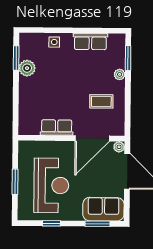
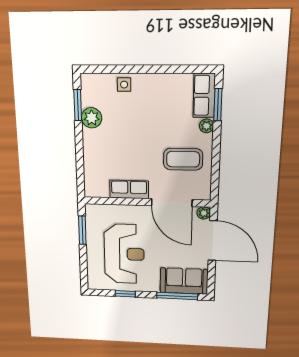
row of seats: (90, 42) -> (204, 95), moved, turned 90
coffee table: (101, 101) -> (183, 159), width x1.36, depth x1.30
door: (92, 138) -> (172, 203), hinge flipped
window: (15, 182) -> (82, 230), moved
window: (98, 224) -> (177, 296), width x1.44

